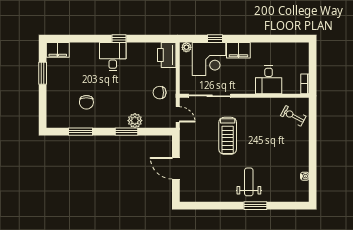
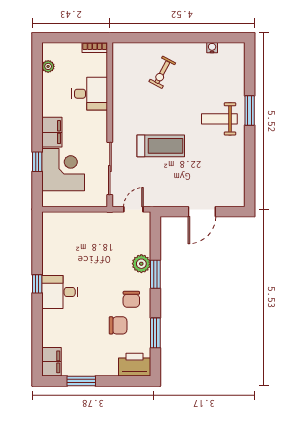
plant: (186, 47) -> (48, 66), moved
printer: (167, 55) -> (135, 365), moved, turned 180
chair: (160, 93) -> (131, 299), moved
exercise bike: (293, 116) -> (162, 72), moved

